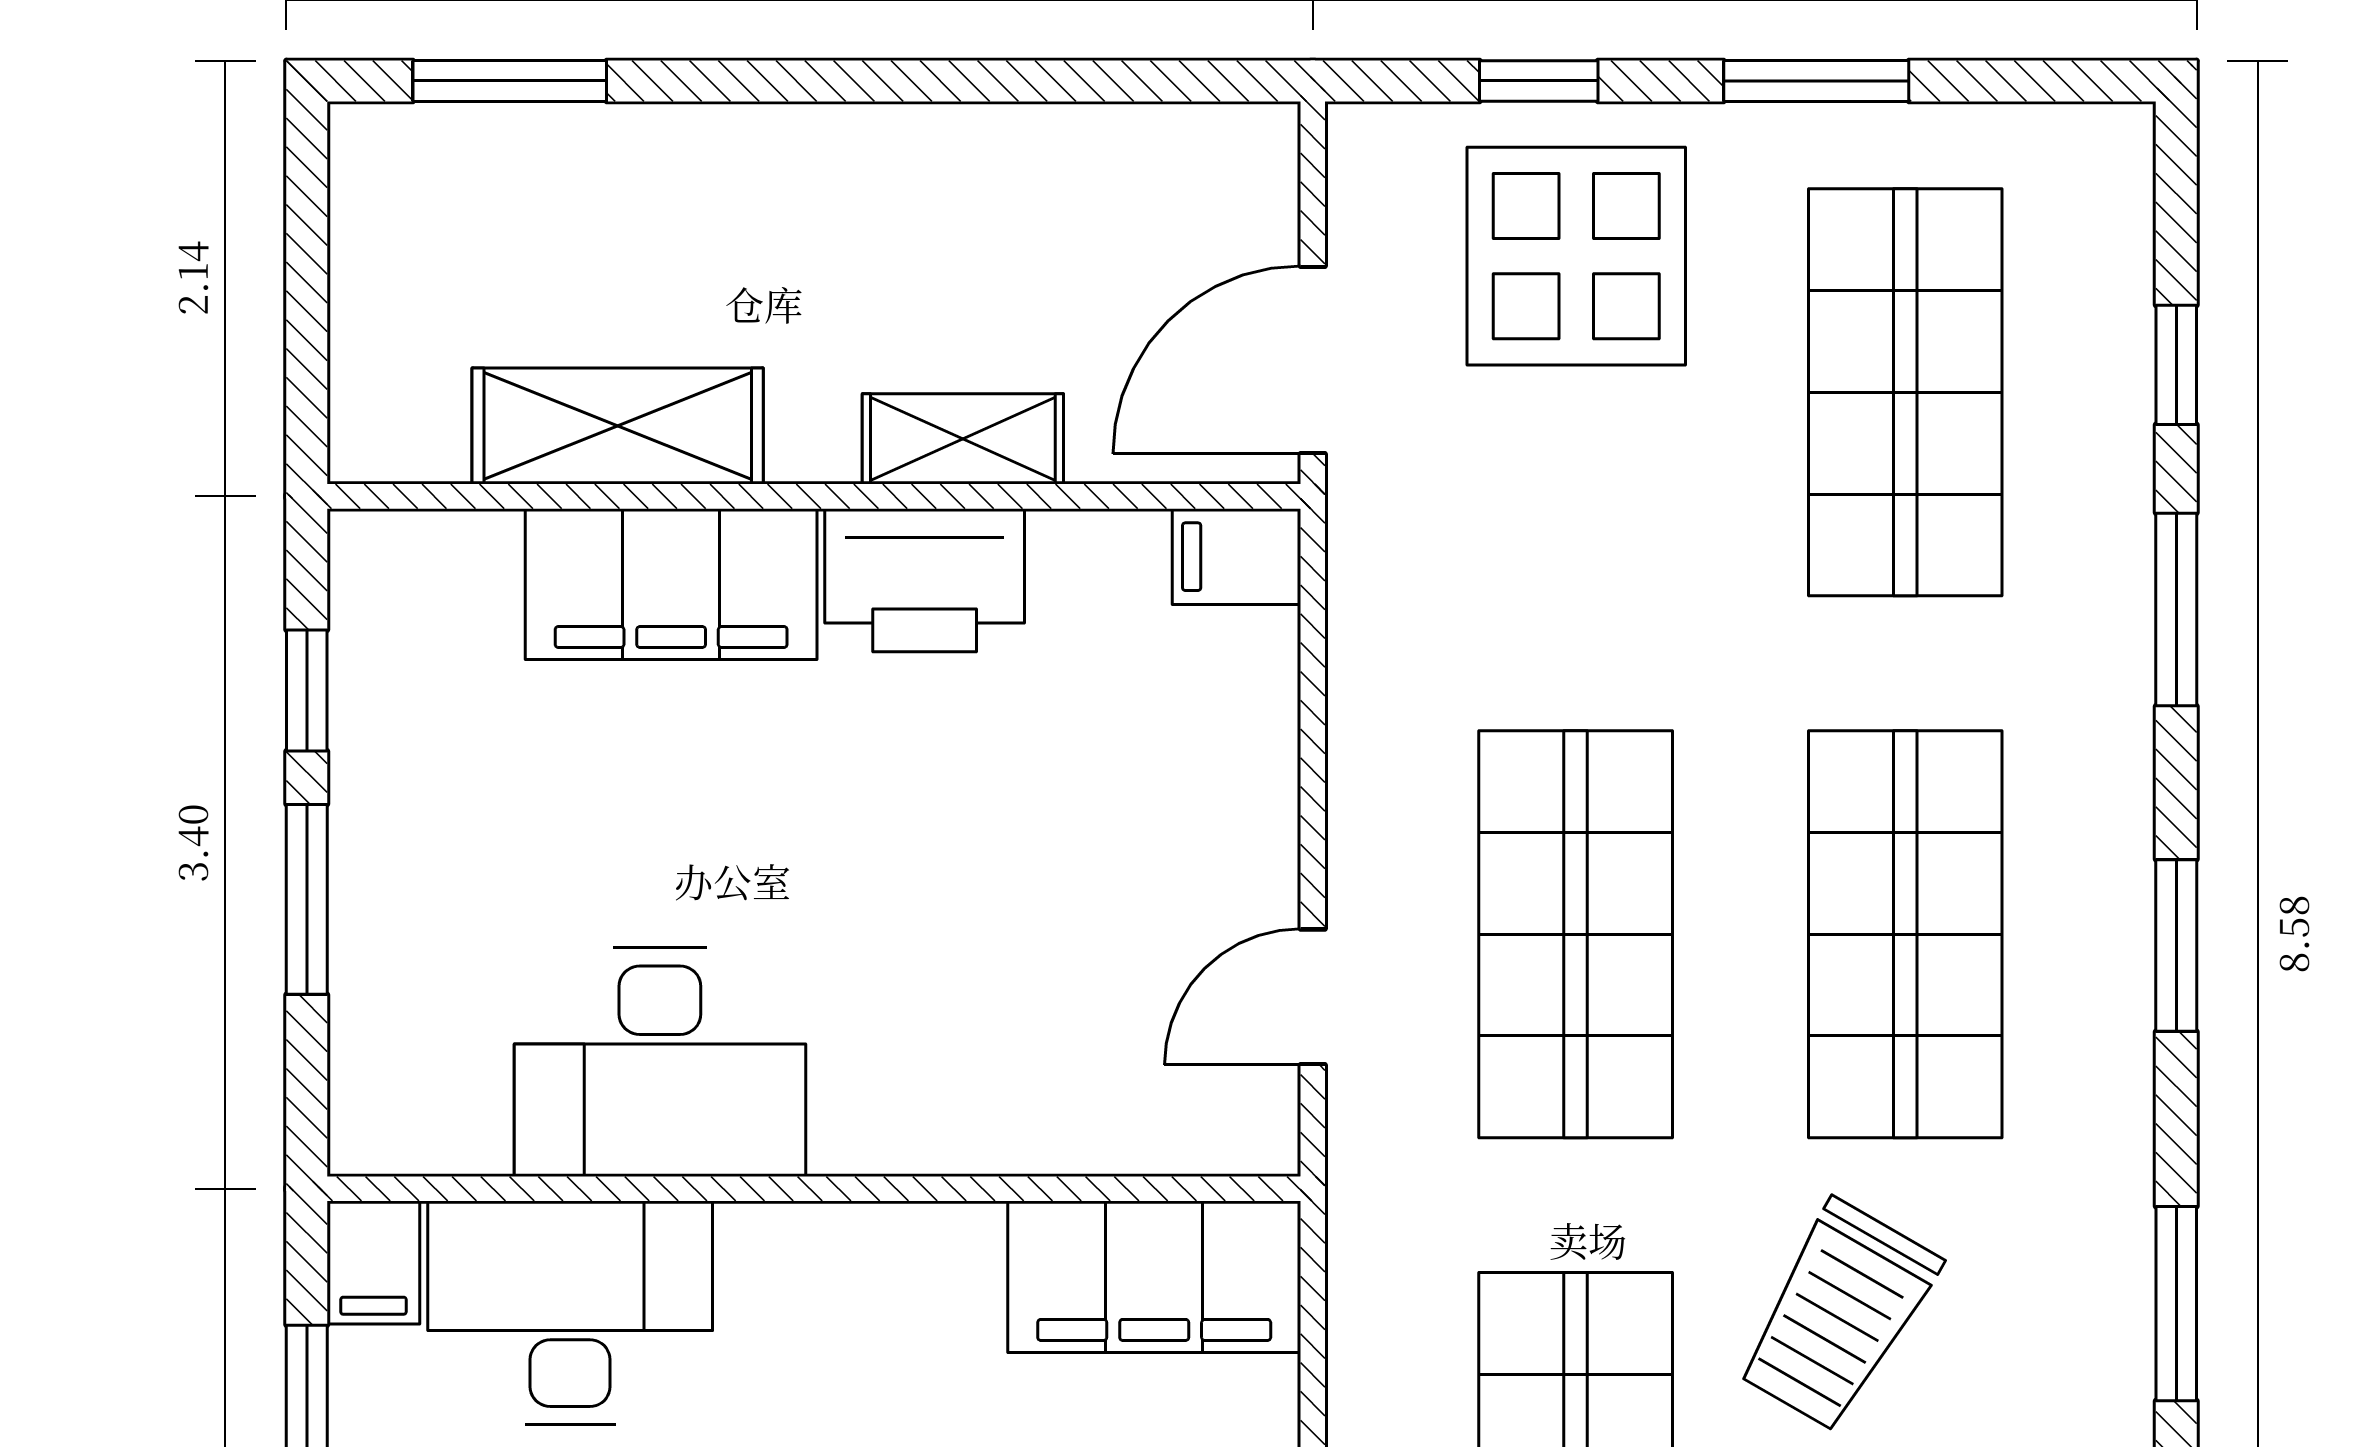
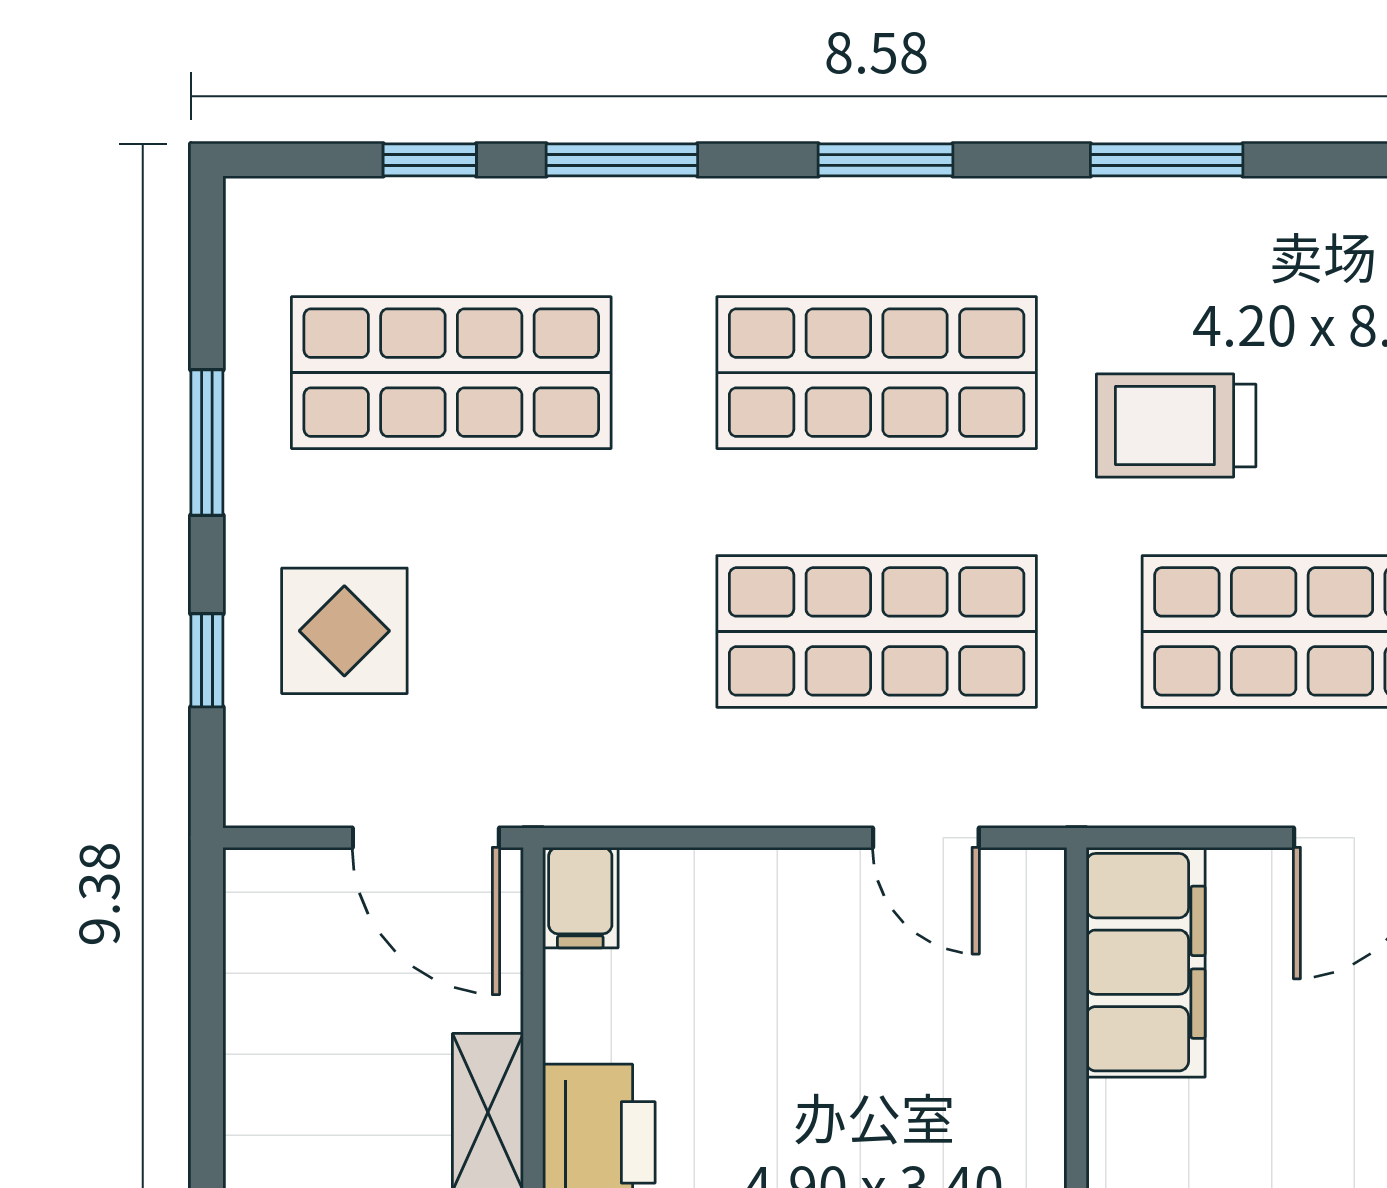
display table: (1576, 256) -> (344, 631), width x0.73, depth x0.73
trolley: (1838, 1316) -> (1176, 425), turned 150

